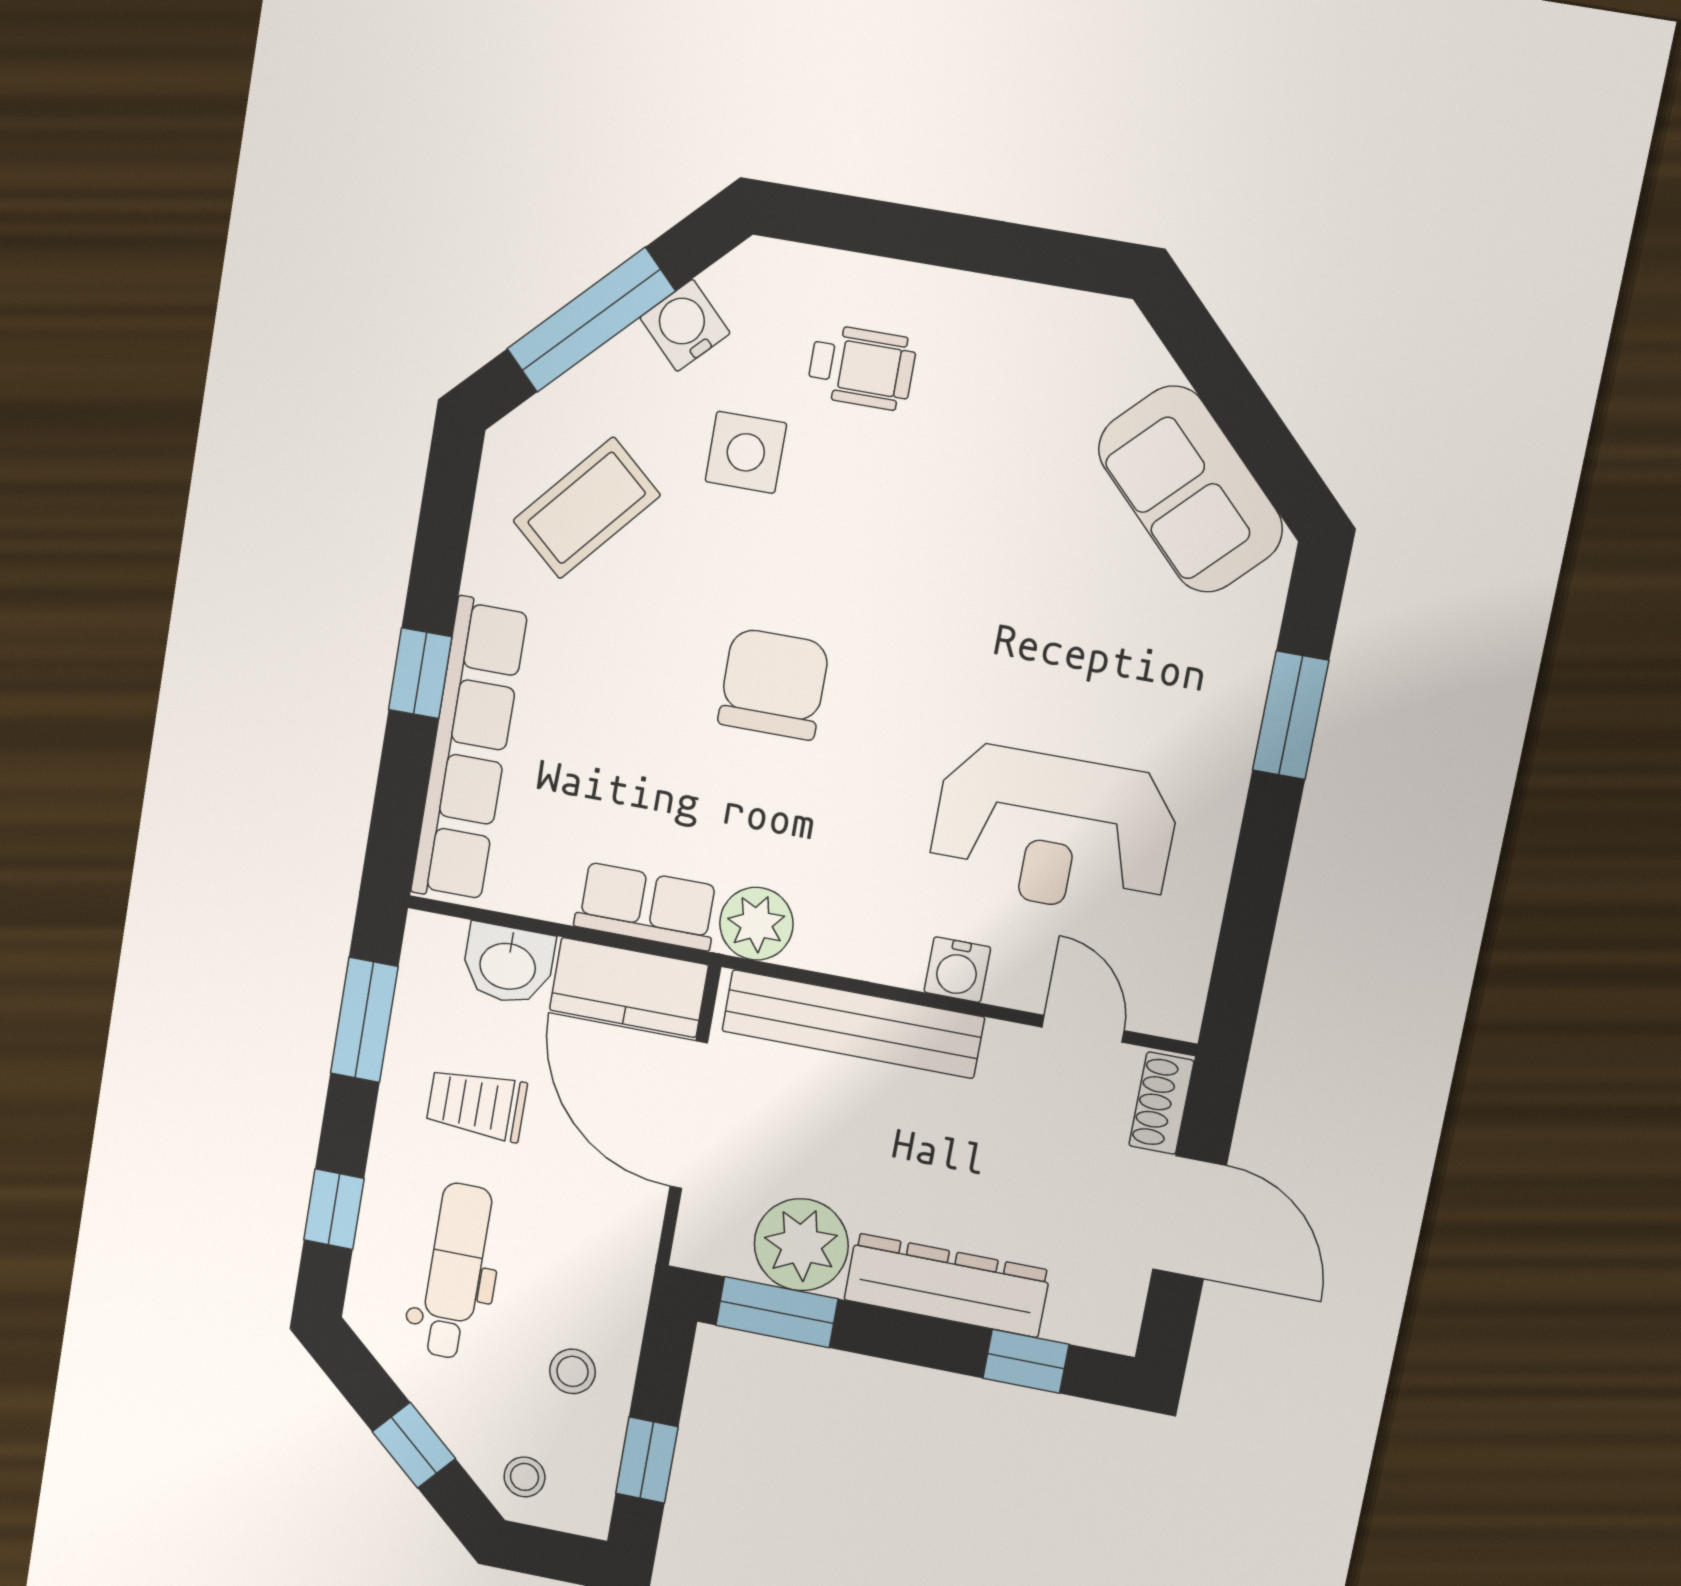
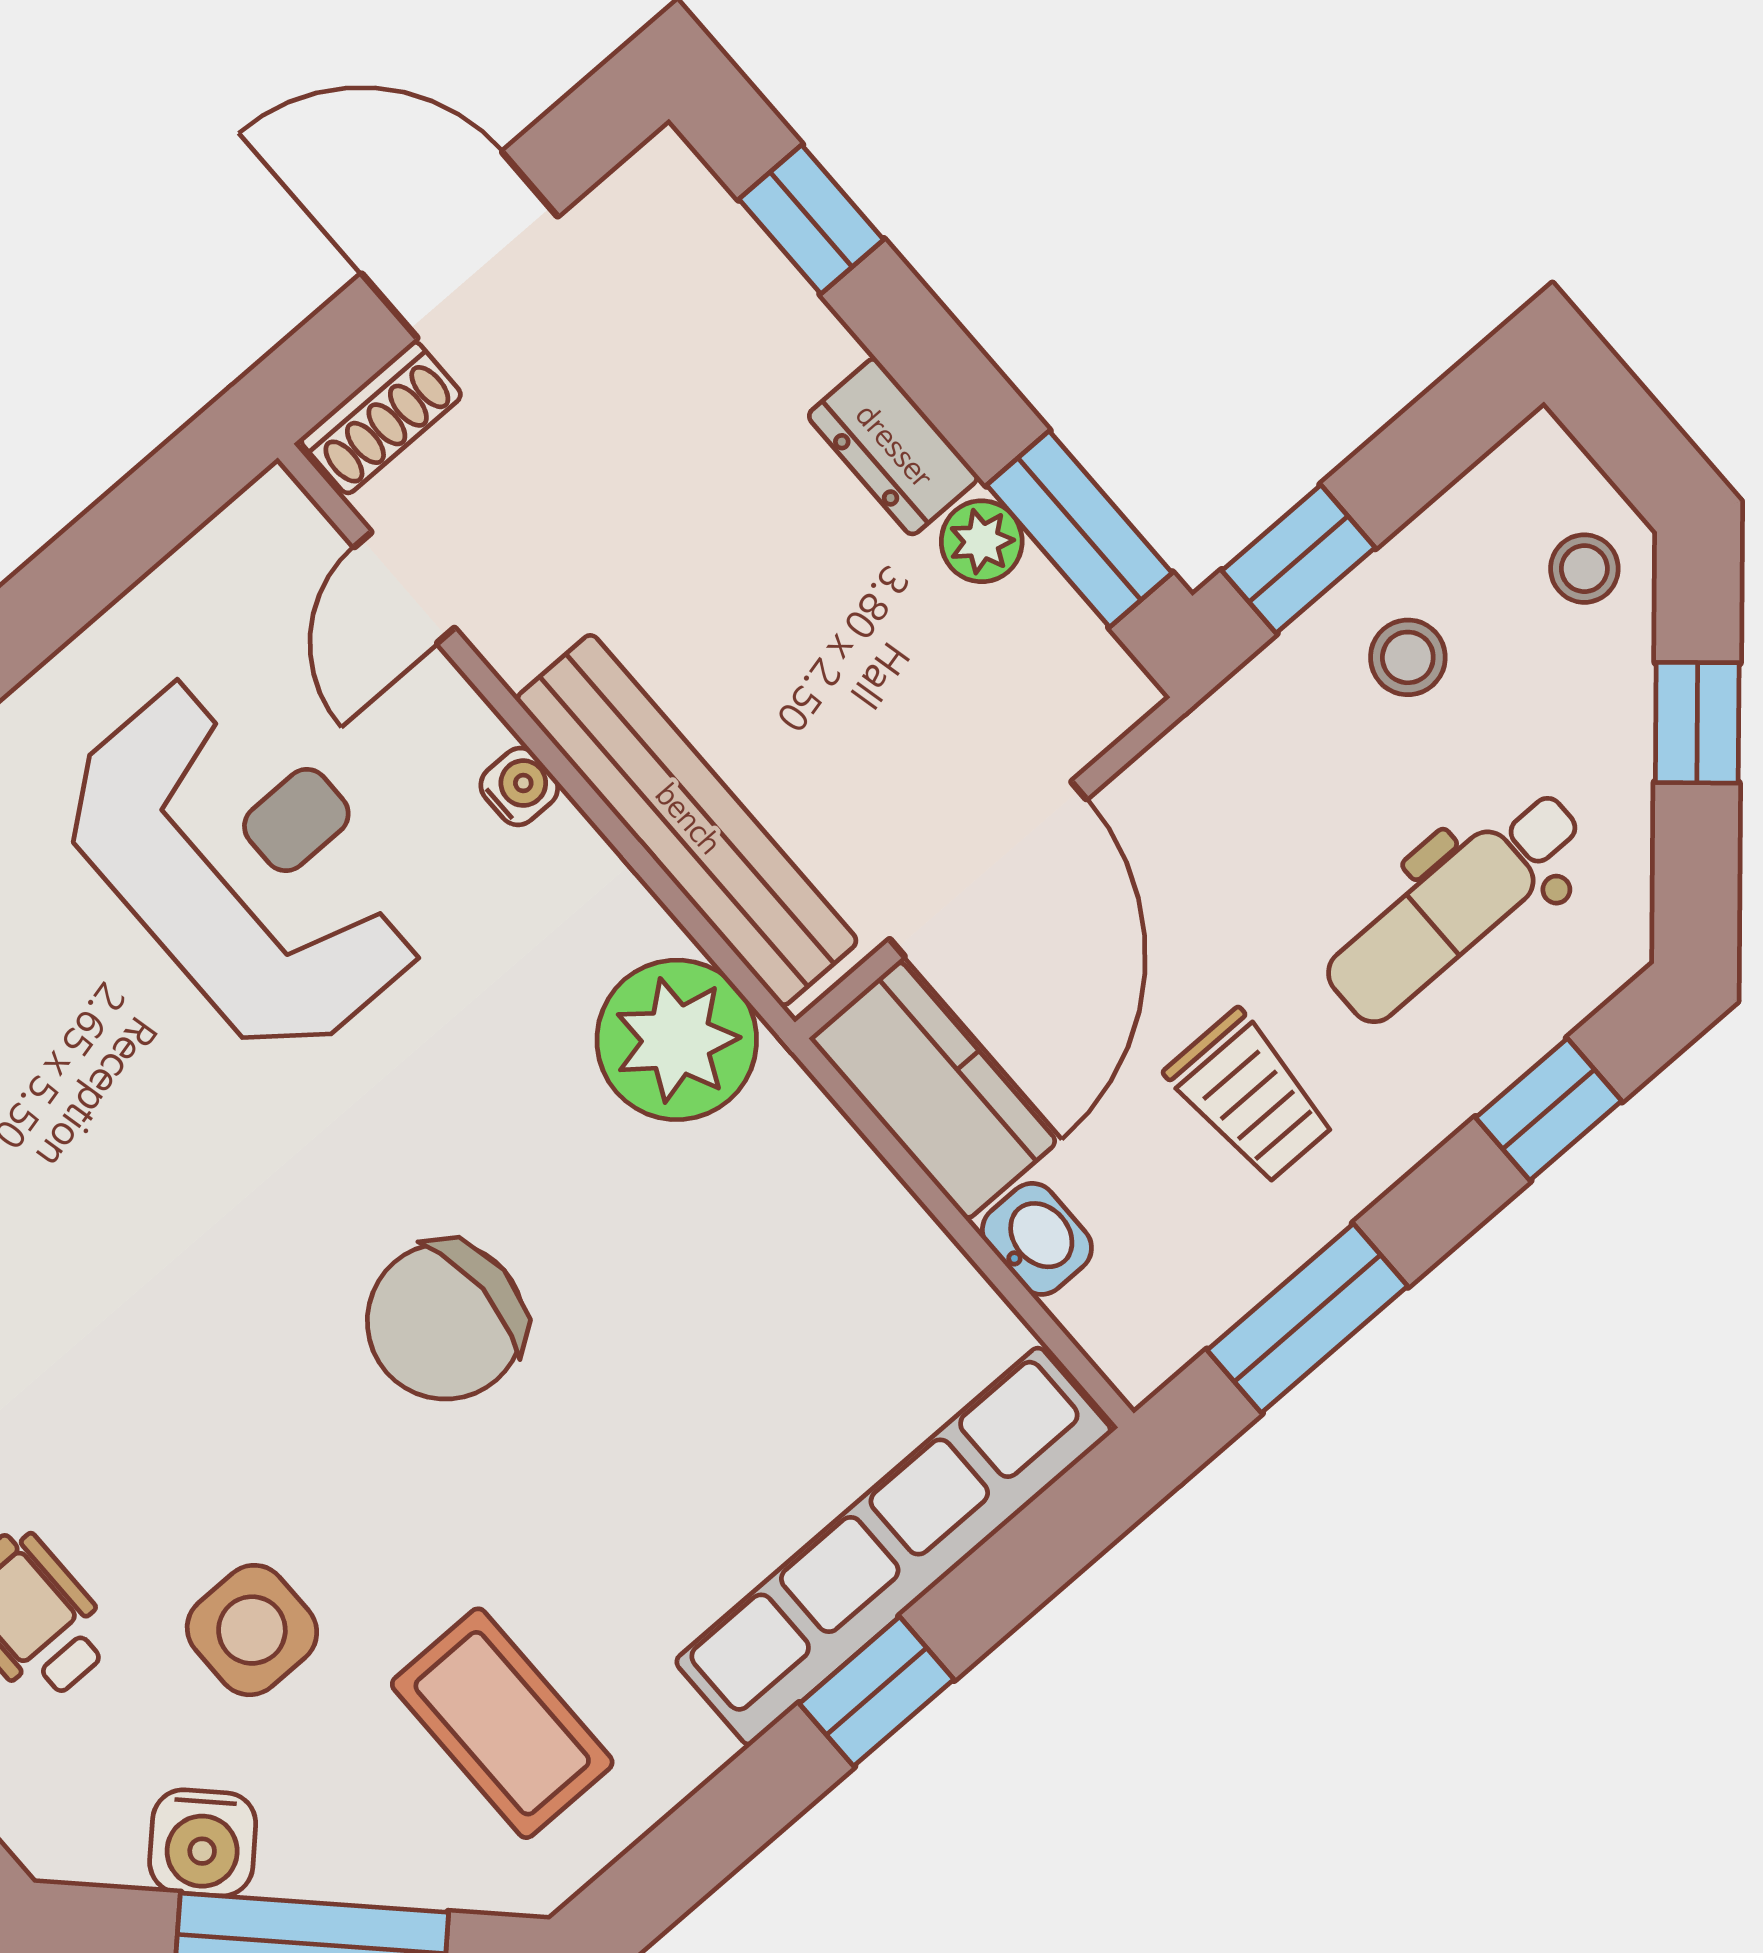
coffee table: (587, 508) -> (502, 1723), turned 49
row of seats: (647, 906) -> (828, 1174), removed
plant: (756, 924) -> (677, 1040), width x1.36, depth x1.36
washbasin: (508, 964) -> (1037, 1239), width x0.72, depth x0.69
water cooler: (957, 970) -> (519, 786), width x0.72, depth x0.72
door: (1190, 1217) -> (460, 245), hinge flipped
plant: (801, 1245) -> (982, 541), width x0.53, depth x0.53
dresser: (947, 1285) -> (893, 447), width x0.51, depth x0.80
window: (647, 1460) -> (1299, 559), moved

